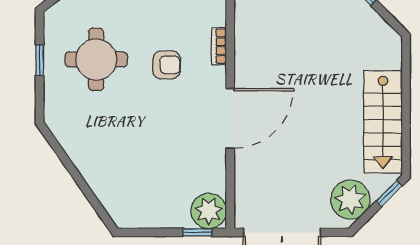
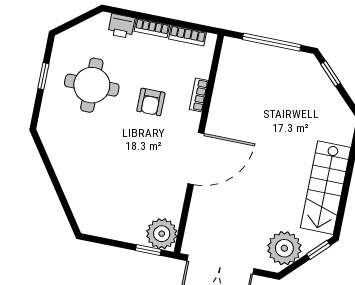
armchair: (167, 65) -> (151, 102), turned 90

